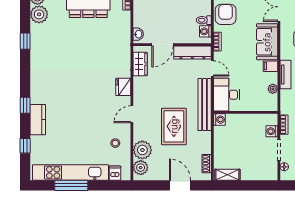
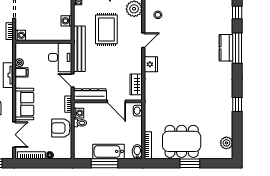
plant: (39, 14) -> (225, 128), removed
armchair: (226, 14) -> (61, 128), turned 90
door: (163, 45) -> (116, 101), swing flipped
filing cabinet: (270, 66) -> (21, 72), moved
window: (25, 105) -> (237, 48), width x2.17
kitchen counter: (38, 120) -> (226, 48), moved
washing machine: (219, 120) -> (66, 21), moved
washing machine: (272, 131) -> (20, 35), moved

